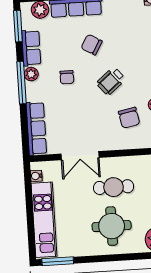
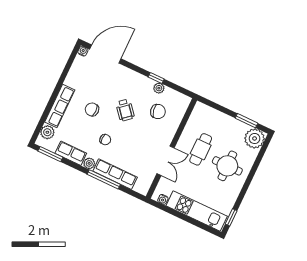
chair: (92, 45) -> (92, 109), turned 60
window: (22, 83) -> (104, 179), moved
row of seats: (36, 128) -> (115, 174), moved
window: (58, 261) -> (231, 217), width x0.67

